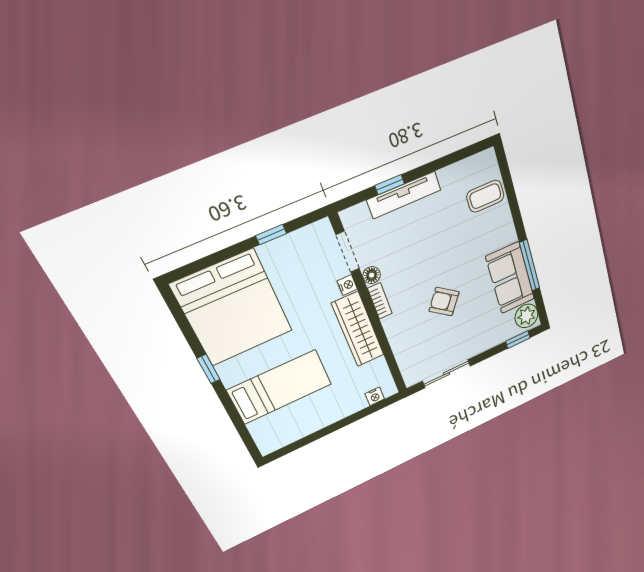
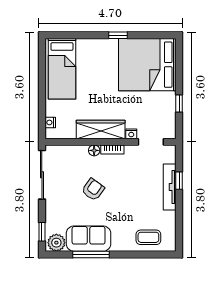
coffee table: (485, 196) -> (148, 237), turned 90
floor lamp: (372, 275) -> (94, 150), moved
sliding door: (447, 374) -> (42, 175), width x1.37
bed: (280, 387) -> (62, 69), moved

